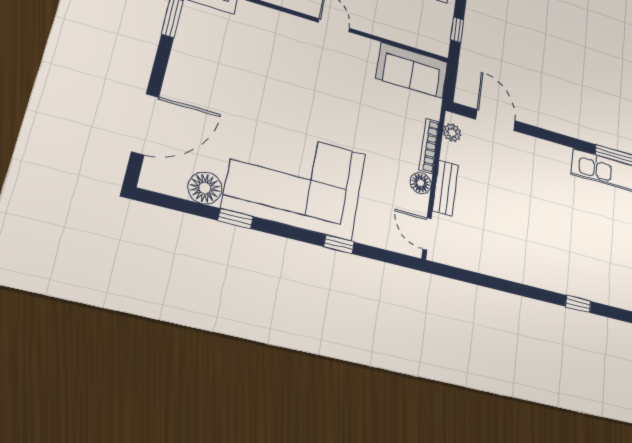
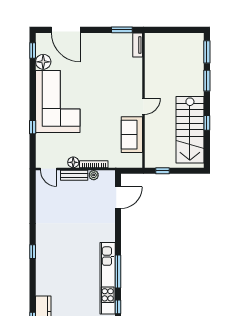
sofa: (412, 70) -> (132, 135), moved
plant: (452, 133) -> (94, 175), moved
window: (236, 219) -> (33, 51), moved
door: (427, 234) -> (49, 169), swing flipped

